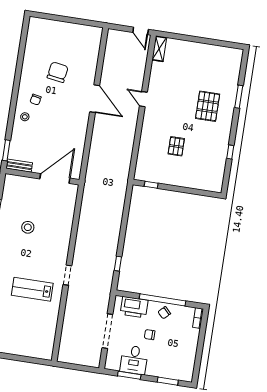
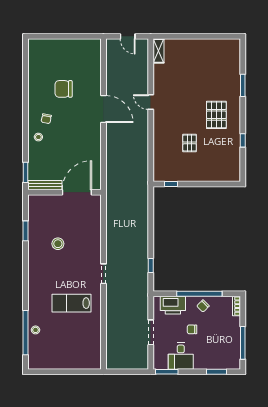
door: (141, 31) -> (128, 36), moved
chair: (58, 72) -> (64, 89), turned -99
pallet: (208, 106) -> (216, 115), moved
bench: (19, 166) -> (45, 185), width x1.36
doorway: (67, 275) -> (103, 274), moved
doorway: (107, 331) -> (151, 332), width x0.73
window: (199, 356) -> (243, 343), added
window: (129, 375) -> (167, 372), moved

